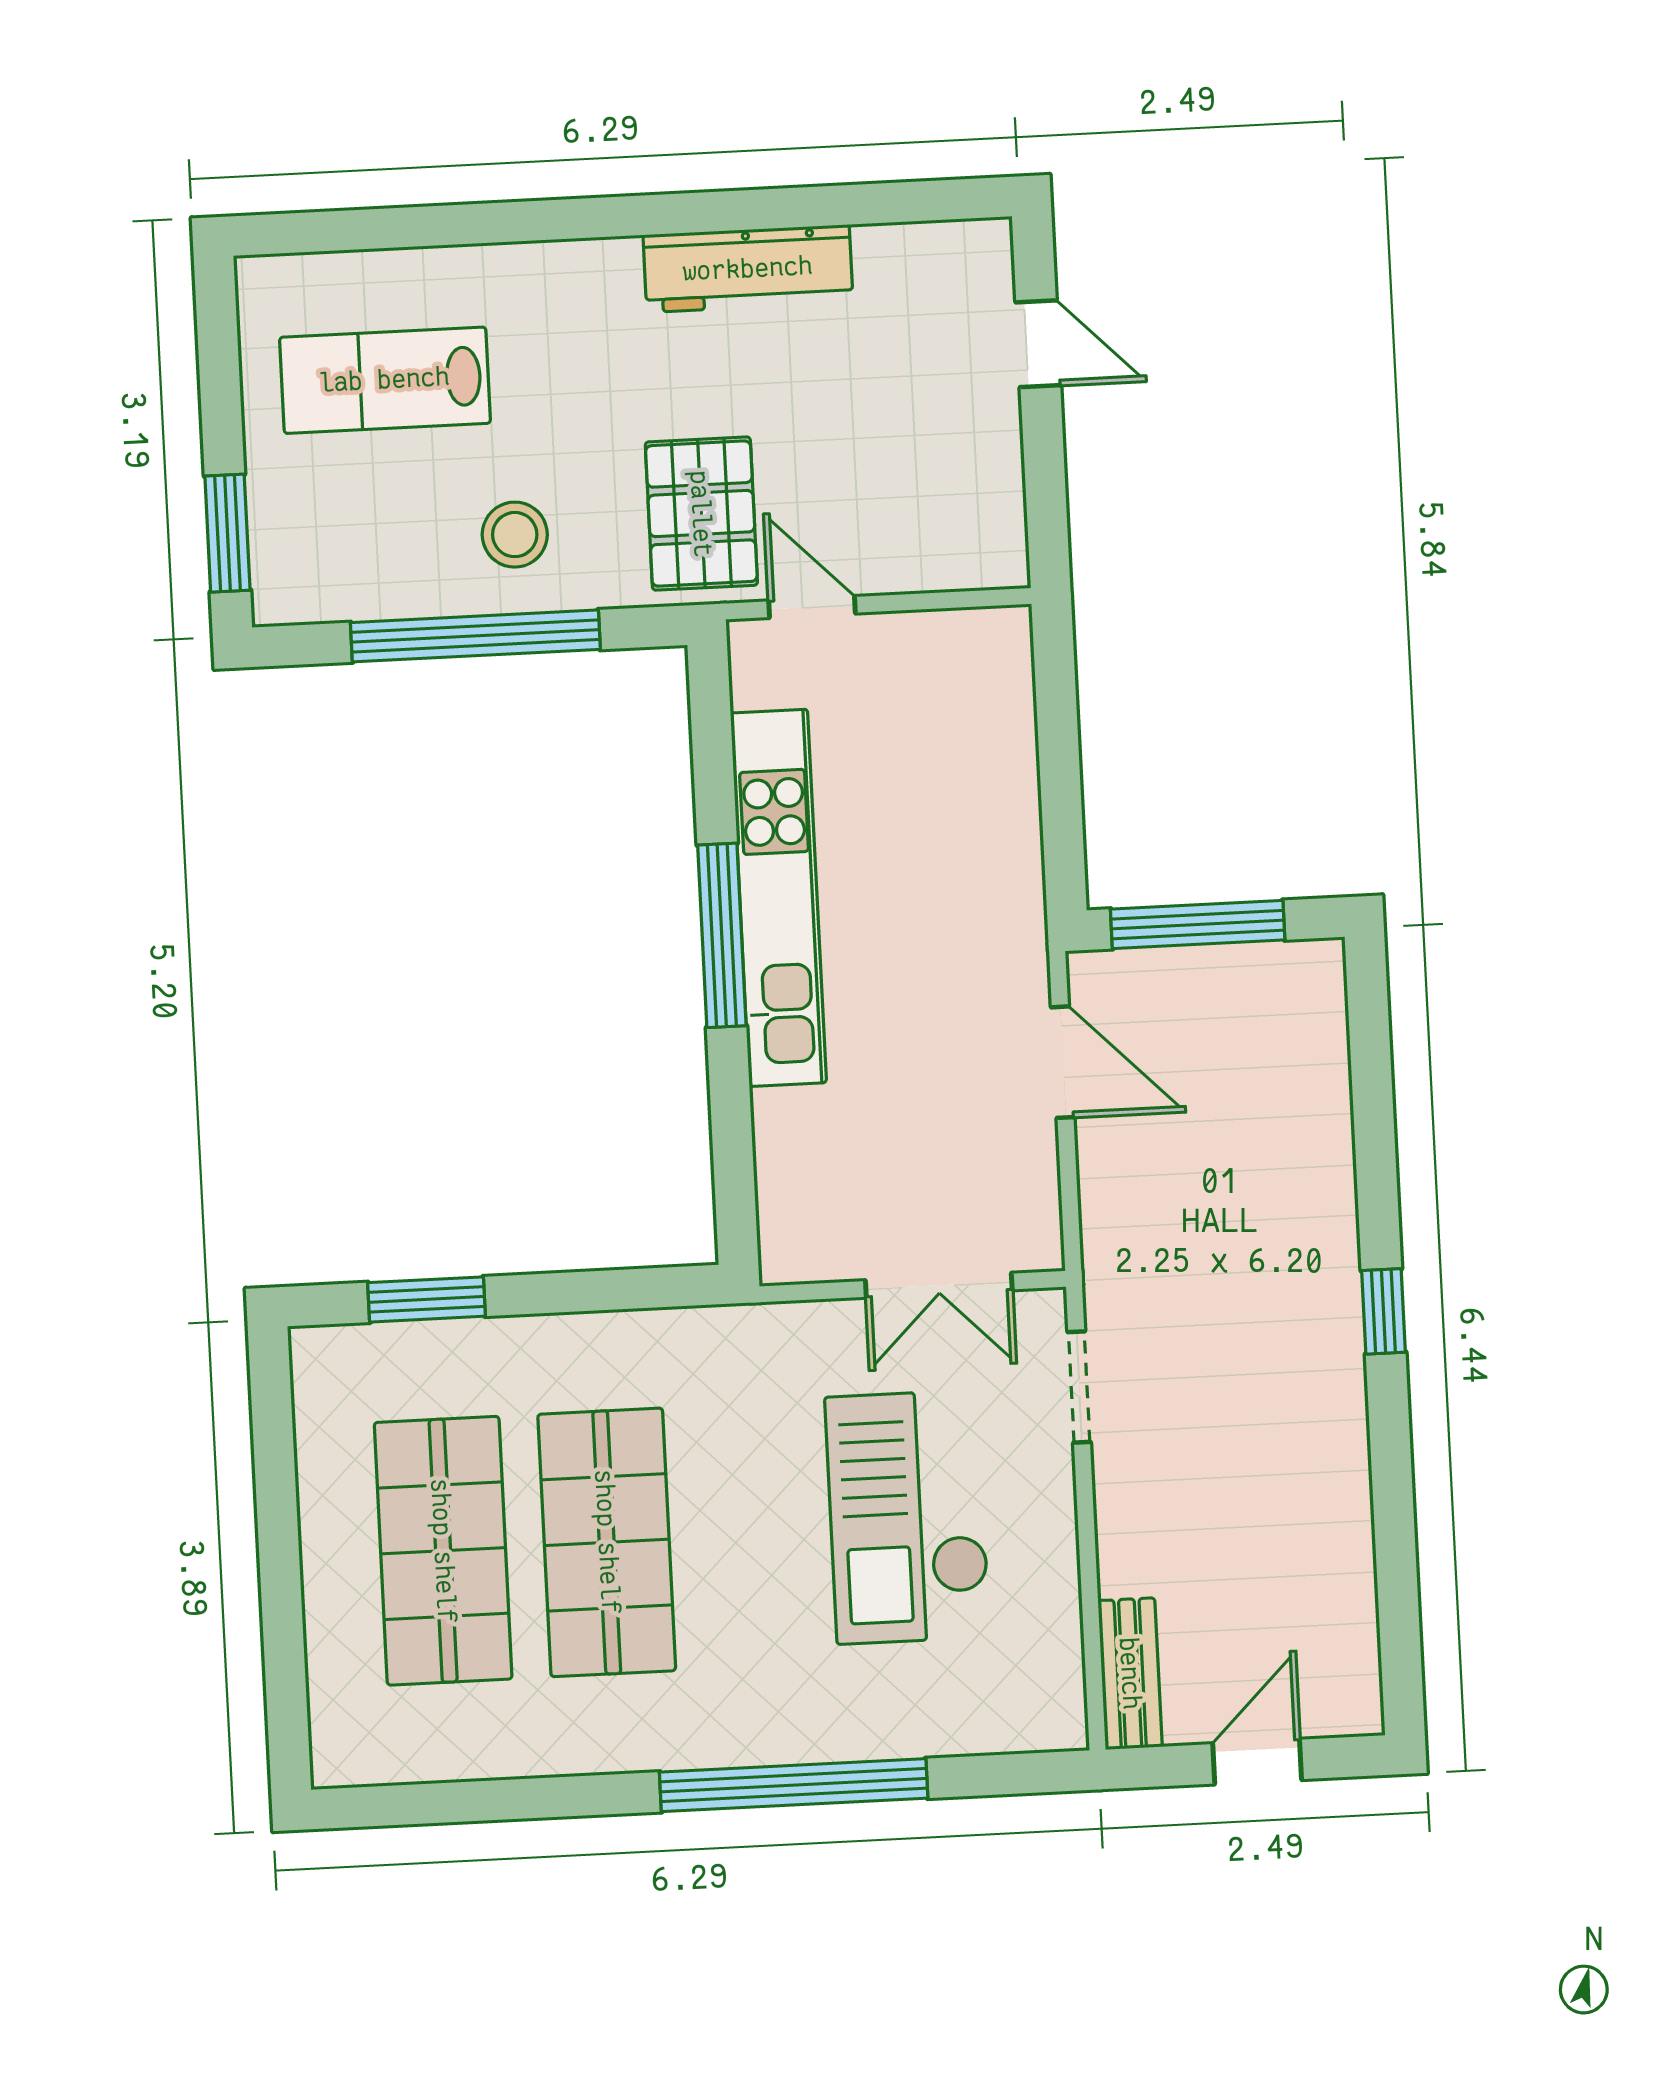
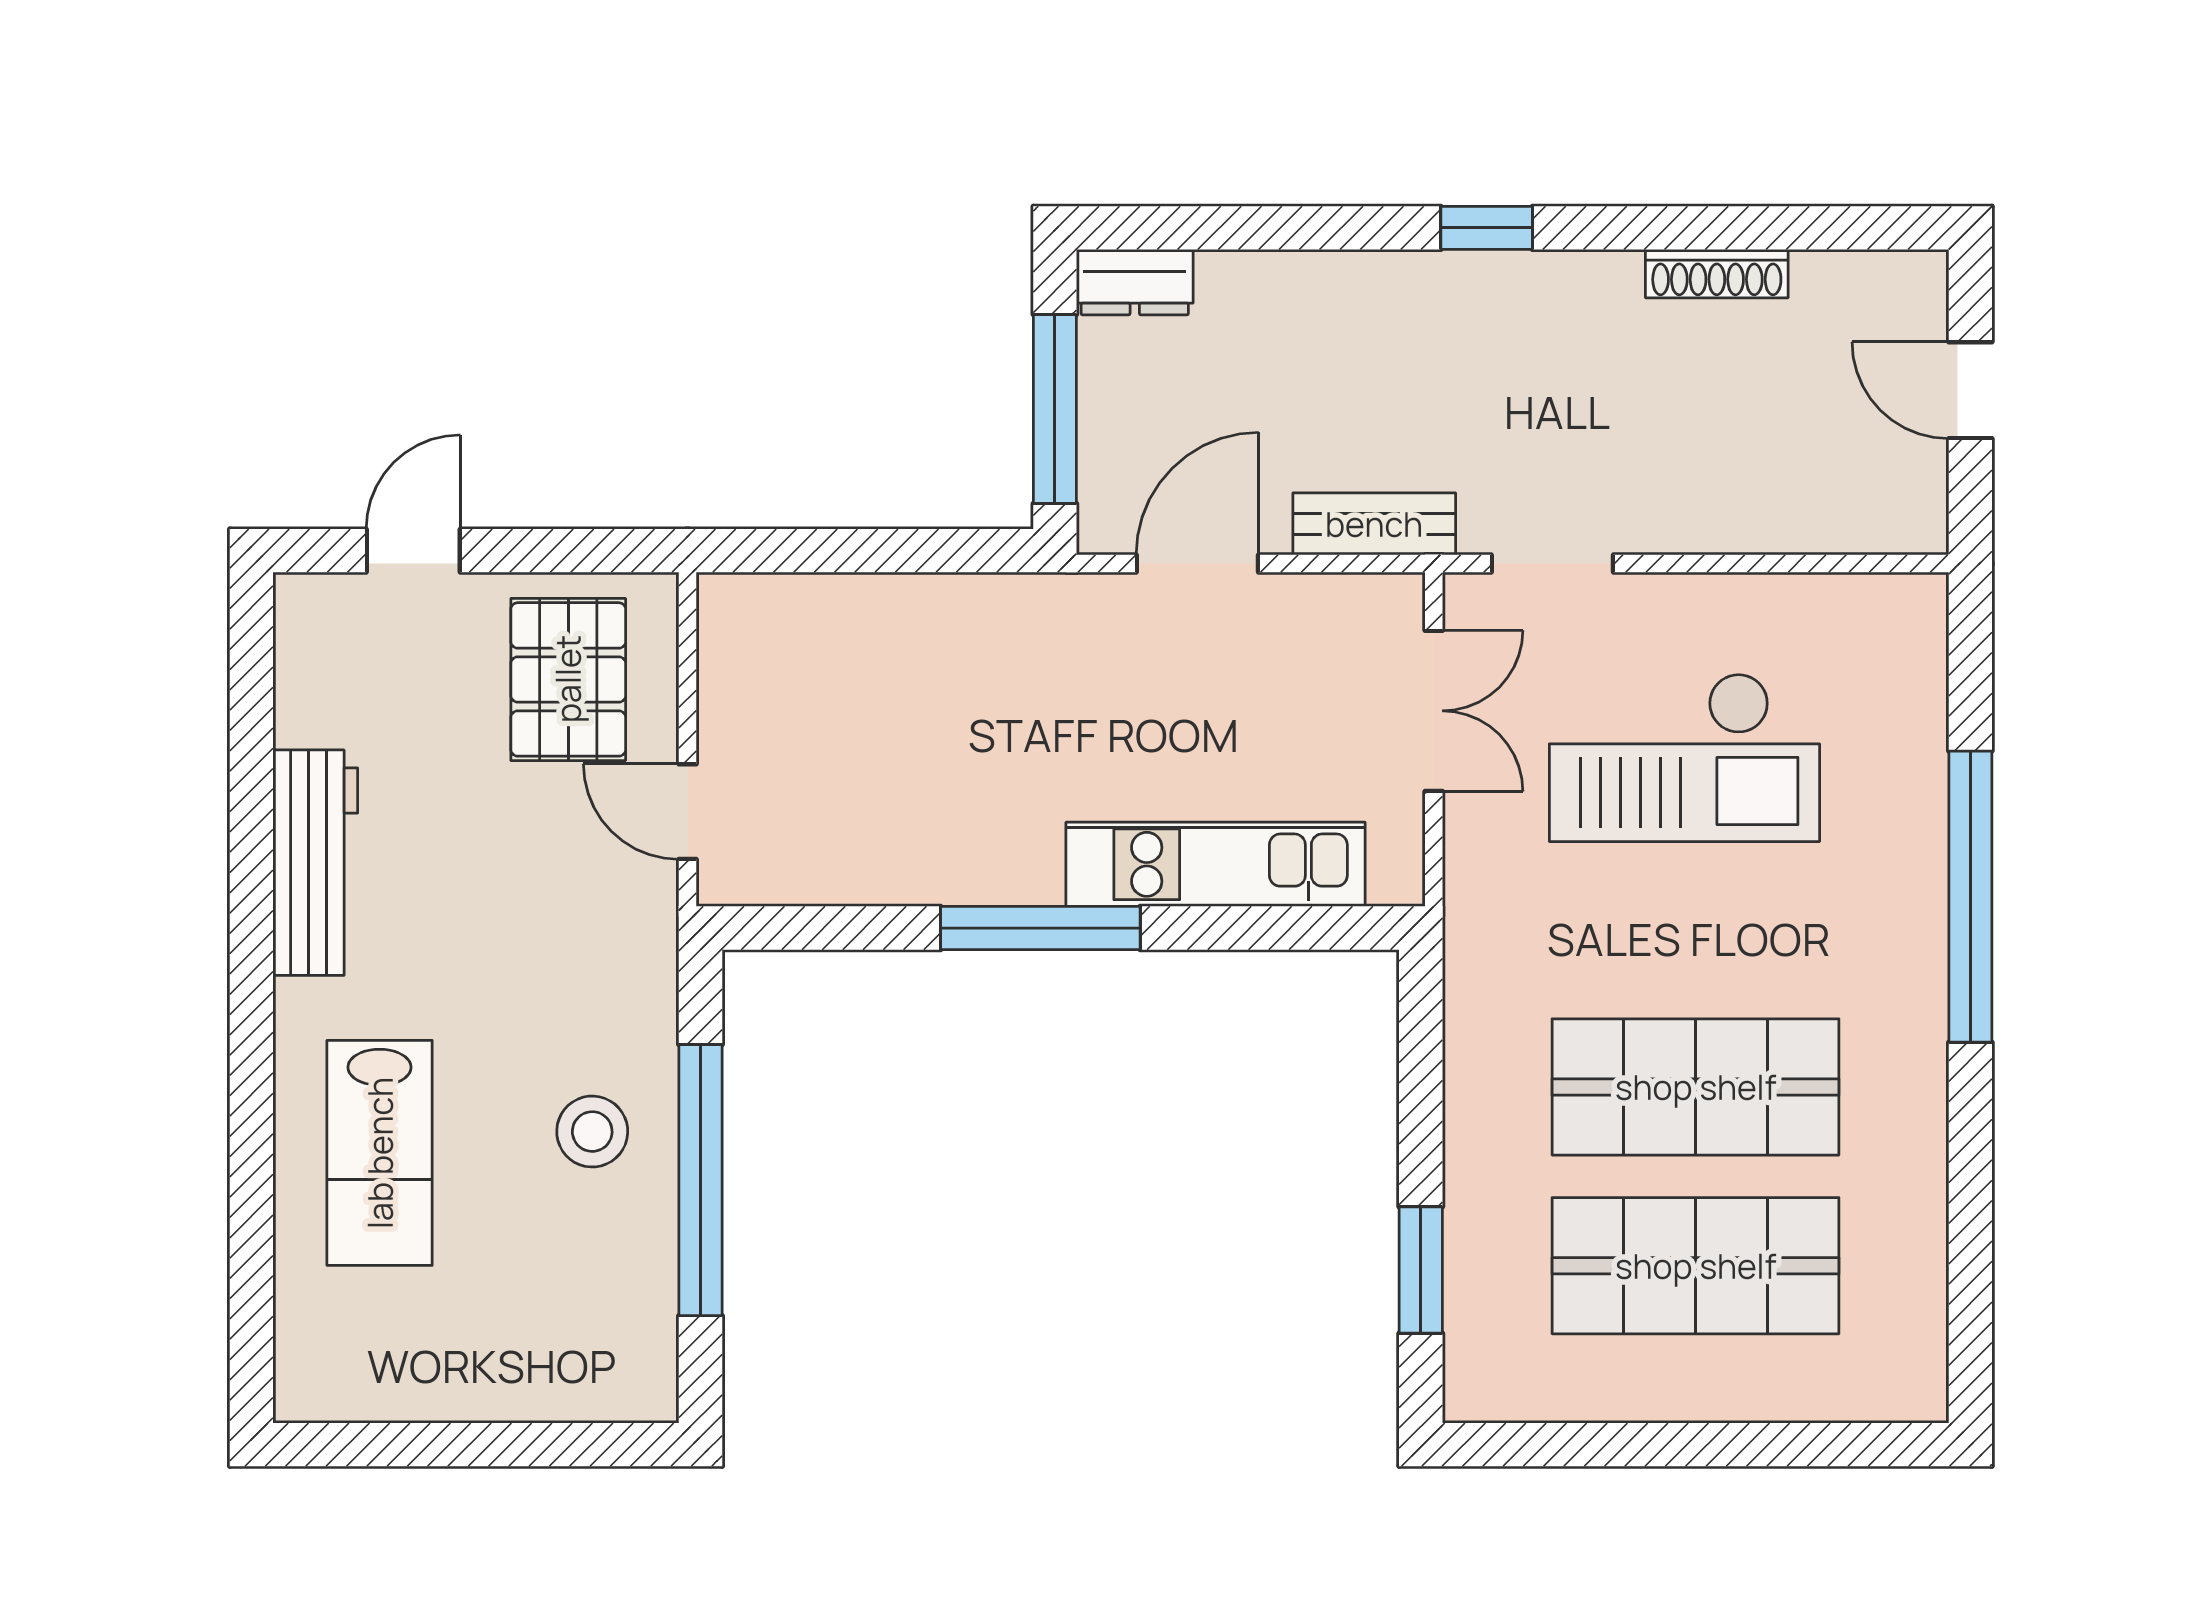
lab bench: (385, 380) -> (380, 1153), moved
pallet: (701, 514) -> (568, 679), moved, turned 90
window: (227, 533) -> (575, 1445), removed
door: (812, 607) -> (688, 812), hinge flipped
kitchen unit: (778, 898) -> (1216, 864), moved, width x0.73
dresser: (1317, 992) -> (1135, 282), added
shoe rack: (1352, 1524) -> (1717, 274), added
bench: (1130, 1674) -> (1374, 524), moved

